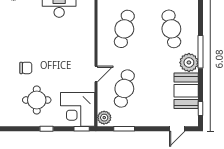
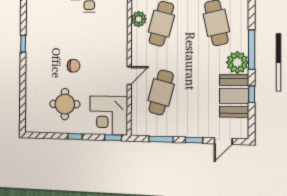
chair: (26, 68) -> (74, 66), moved
window: (201, 109) -> (252, 94), moved
plant: (104, 118) -> (139, 19), moved
window: (153, 129) -> (194, 140), added

